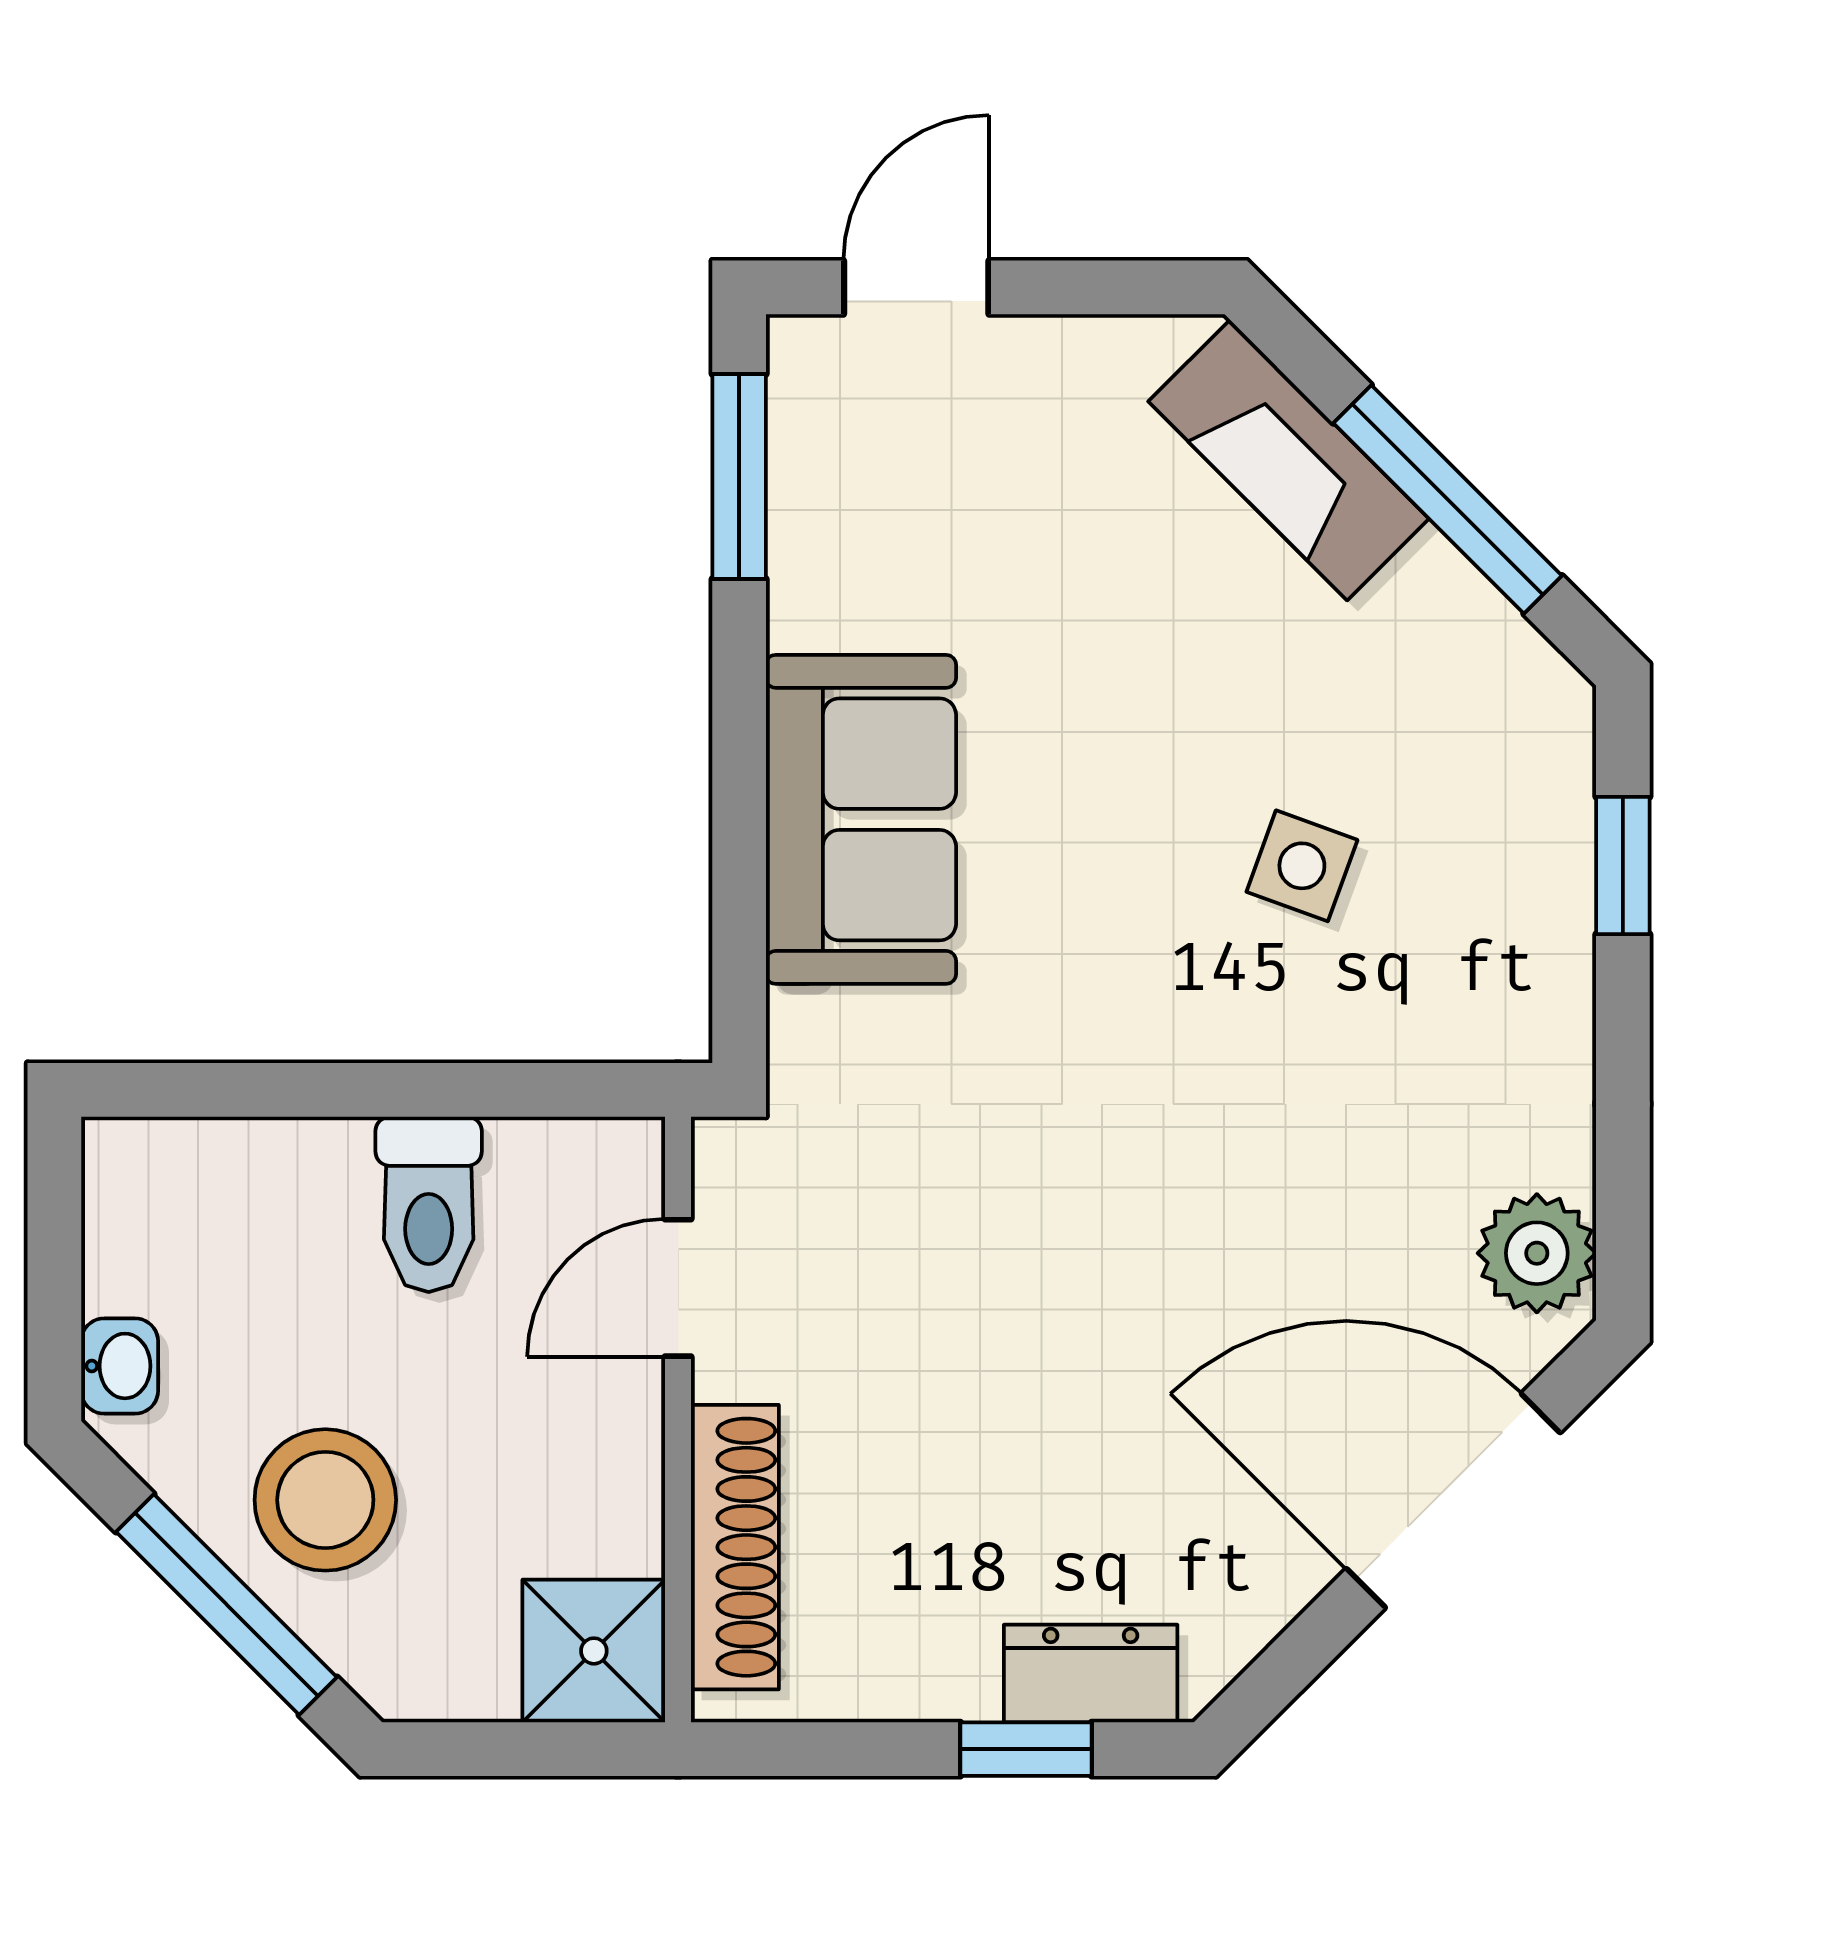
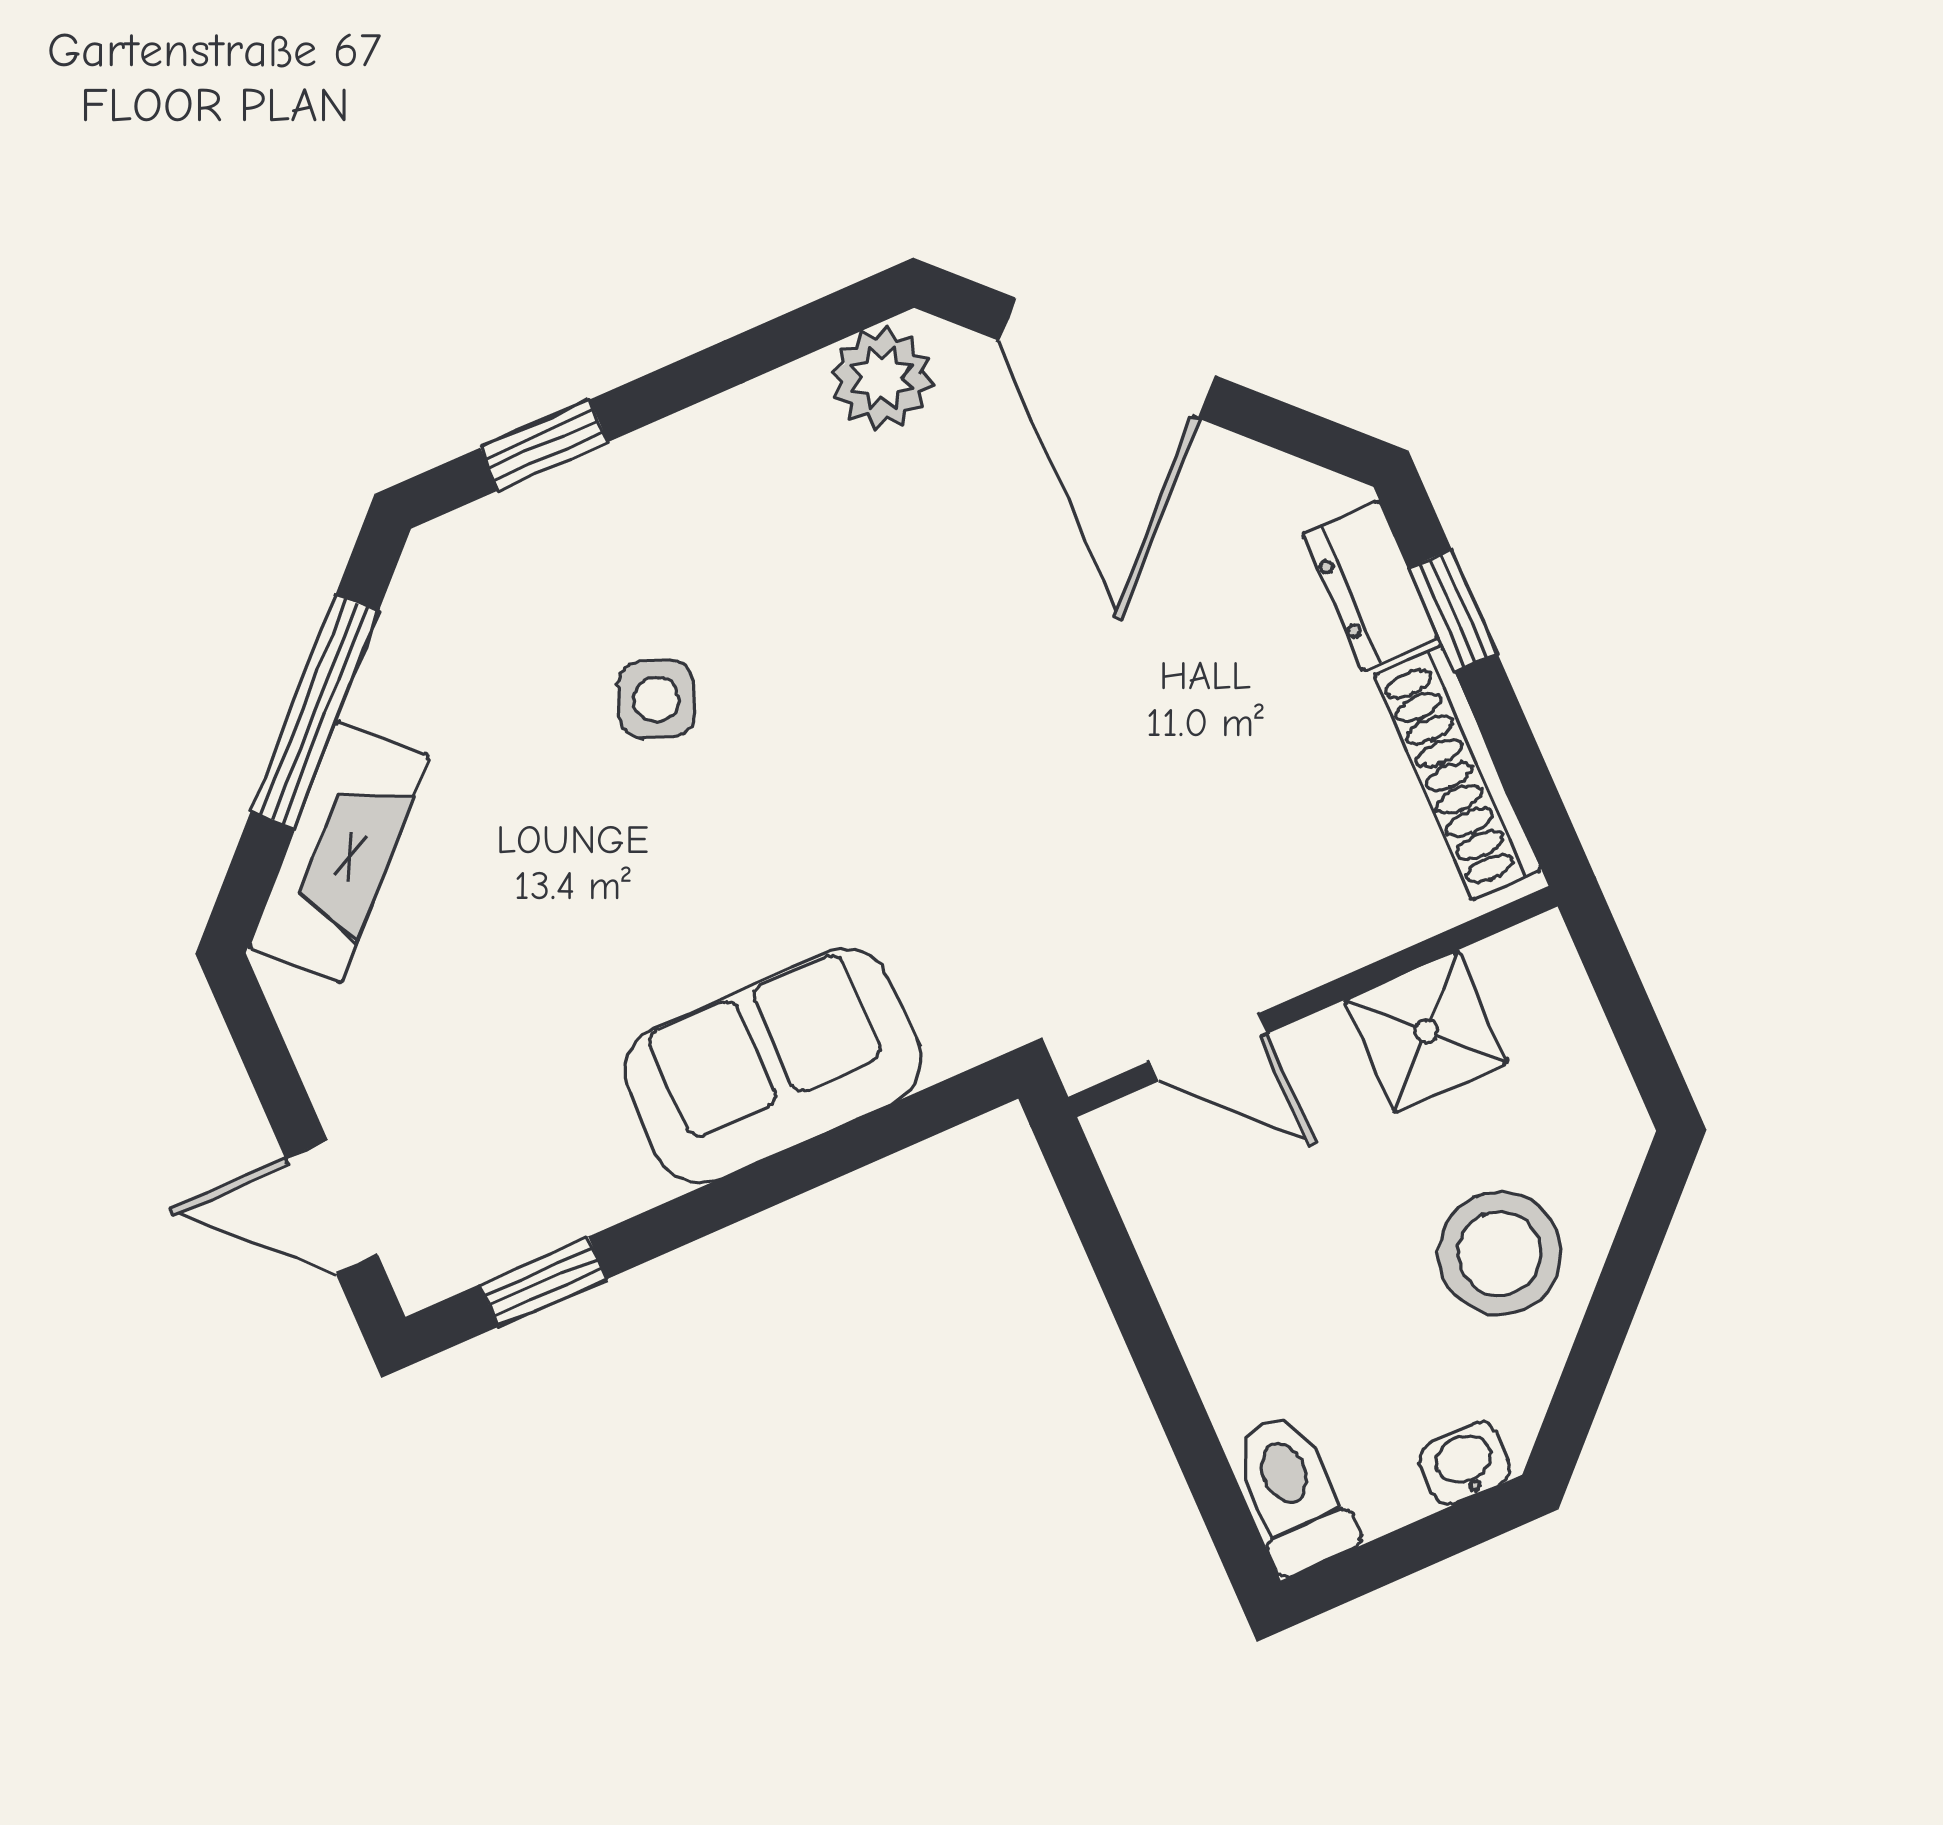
window: (739, 476) -> (543, 1282), width x0.67
toilet: (429, 1204) -> (1292, 1493), moved, turned -90
shoe rack: (735, 1547) -> (1457, 773), moved, turned -90
window: (227, 1604) -> (1617, 1295), removed
shower: (594, 1651) -> (1426, 1032), moved

